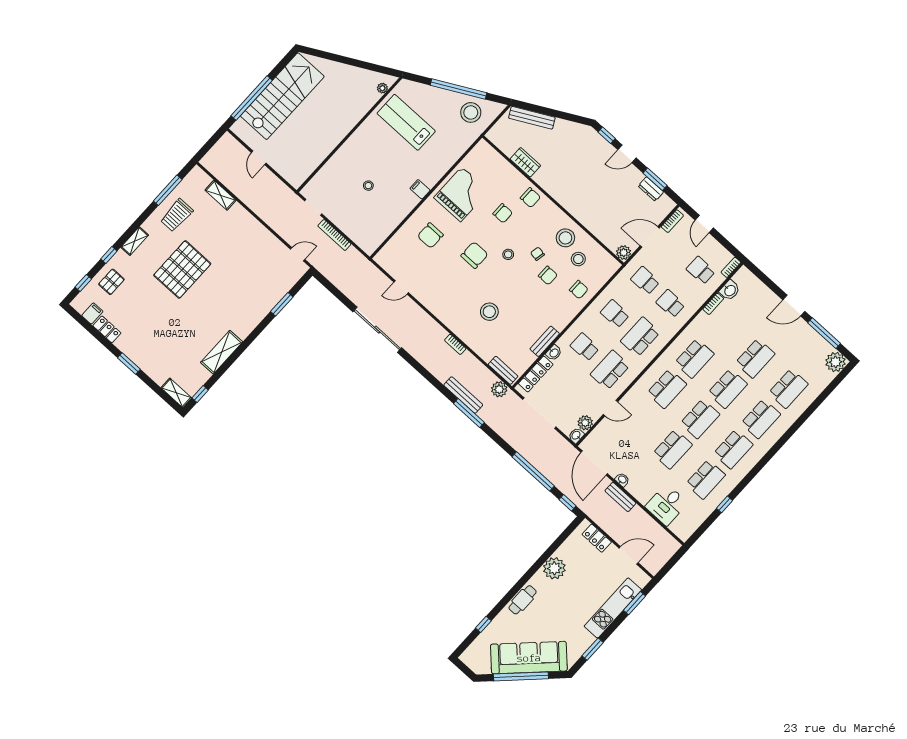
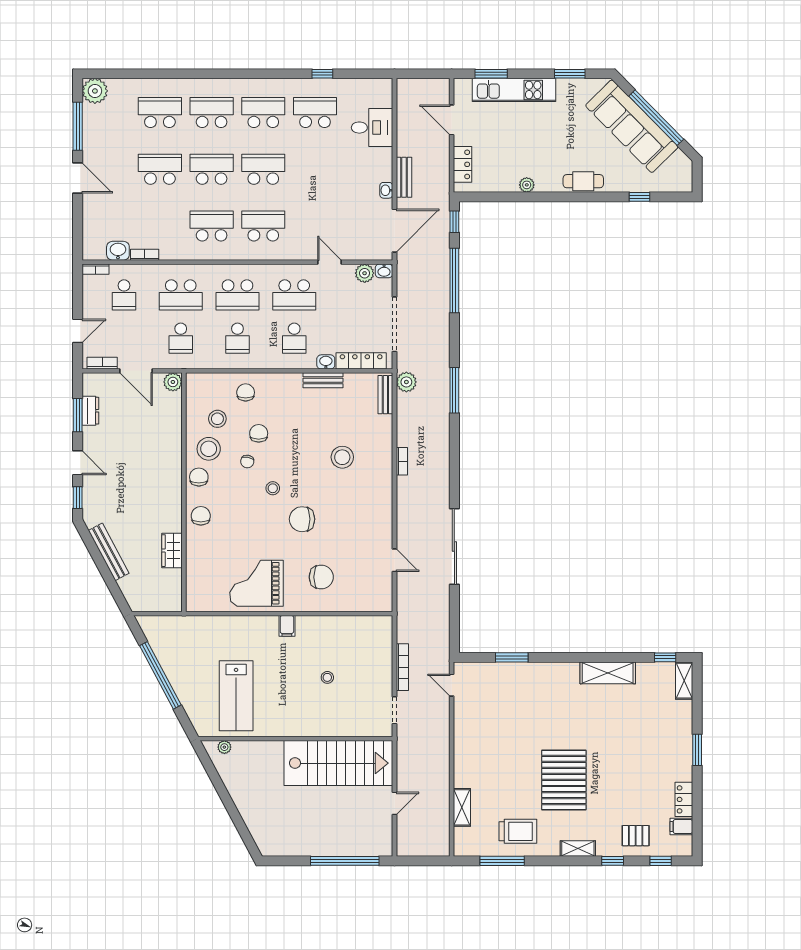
stairs: (282, 96) -> (338, 763), moved, turned 180
stool: (471, 112) -> (172, 644), removed
bench: (532, 118) -> (109, 552), moved
chair: (503, 213) -> (199, 477), moved
pallet: (182, 269) -> (564, 780), turned 90
school desk: (670, 304) -> (181, 295), width x1.85
bench: (463, 395) -> (442, 411), removed
school desk: (672, 449) -> (315, 169), removed
plant: (554, 568) -> (527, 185), width x0.53, depth x0.53

